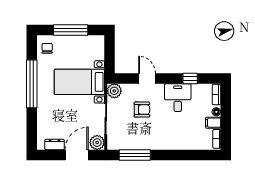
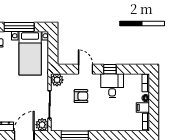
window: (190, 78) -> (110, 69), moved
bed with nightstands: (79, 82) -> (30, 53), moved, turned -90

